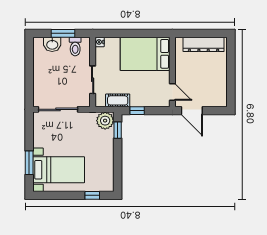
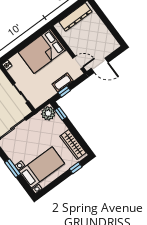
cot: (118, 100) -> (63, 82), moved
window: (29, 163) -> (13, 168), moved
wardrobe: (107, 170) -> (73, 144), added

